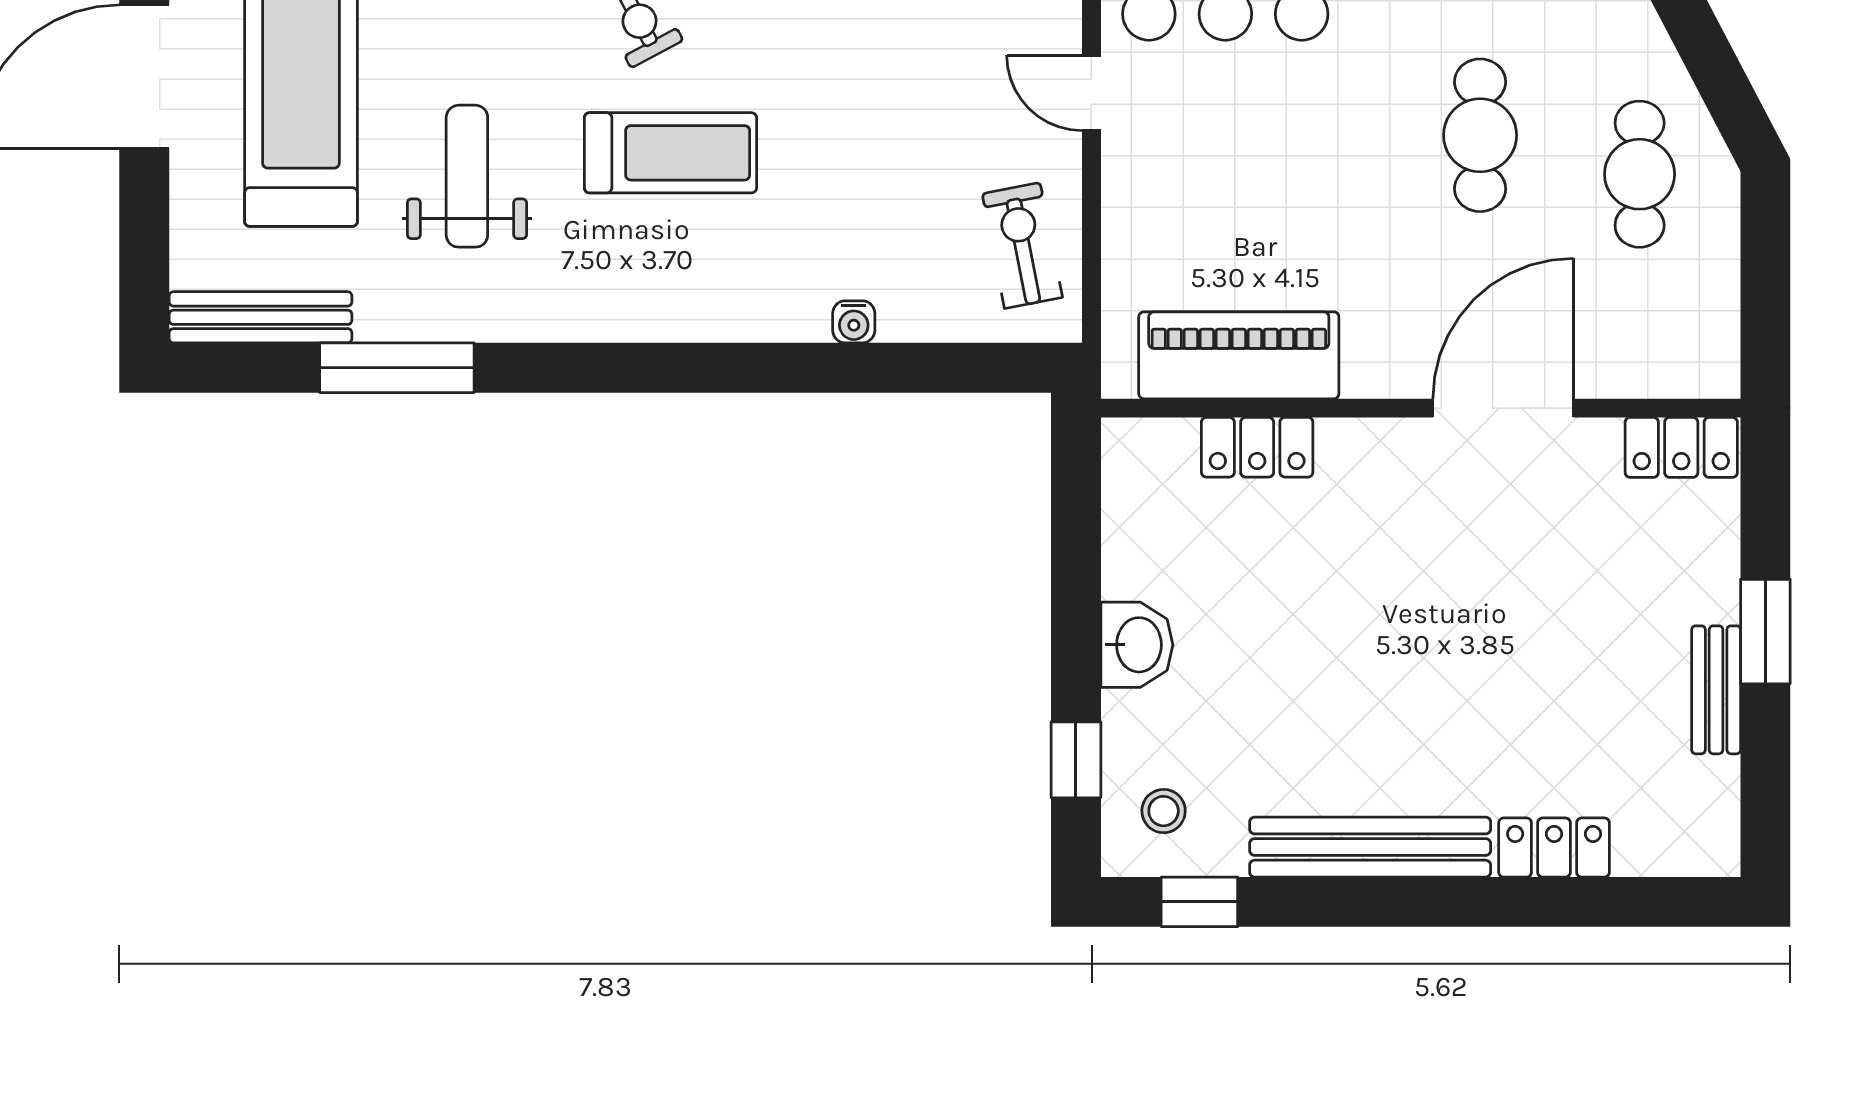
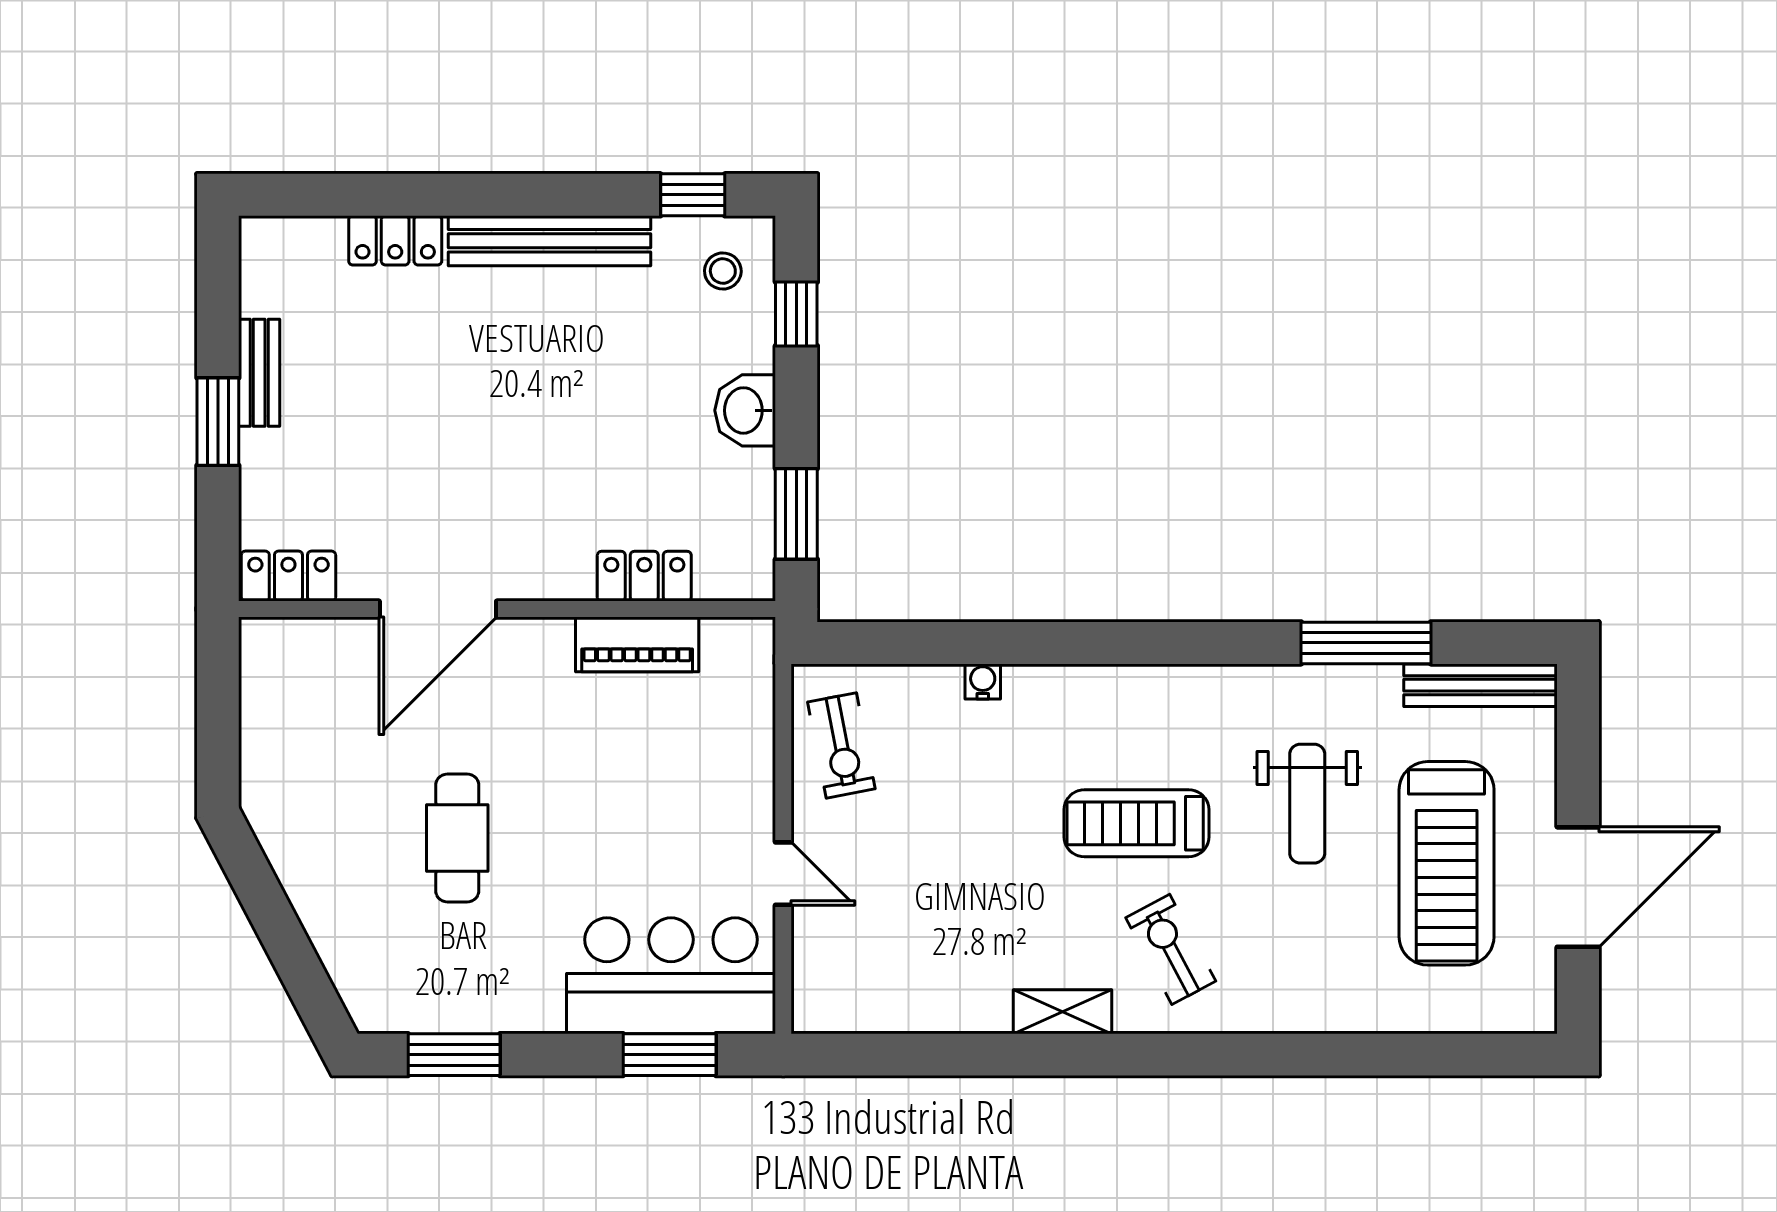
cafe table: (1640, 174) -> (323, 805), removed
piano: (1239, 355) -> (637, 644), width x0.73, depth x0.75
window: (1076, 522) -> (796, 514), added

